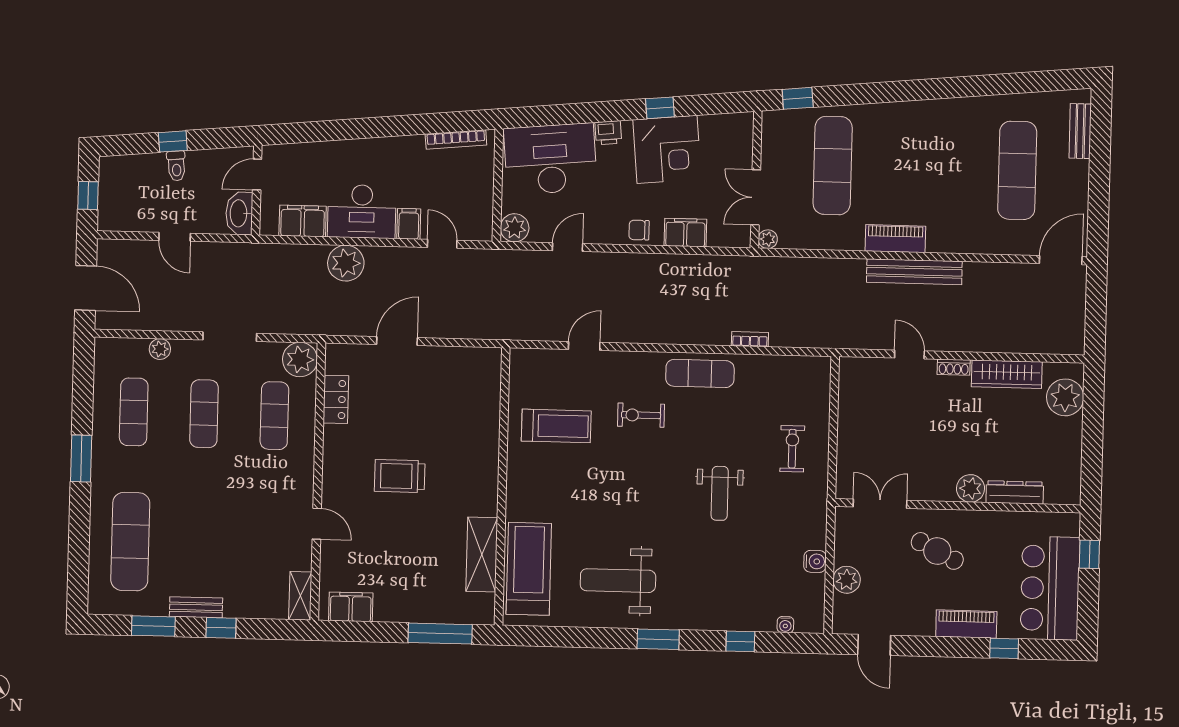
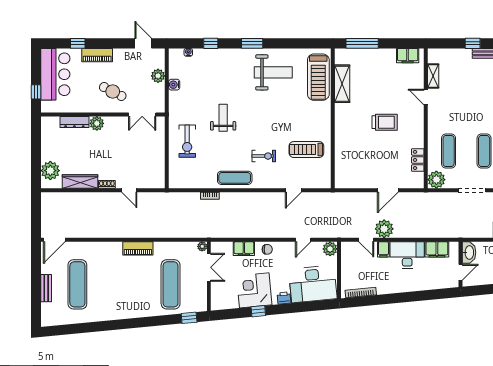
bench: (1080, 131) -> (46, 288), moved
plant: (346, 263) -> (384, 229), moved
bench: (914, 272) -> (128, 232), removed
exercise bike: (792, 449) -> (187, 141), width x1.38, depth x1.39
shelving: (300, 596) -> (433, 76), moved

